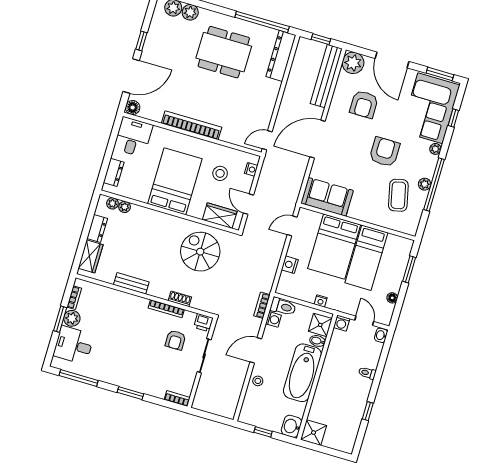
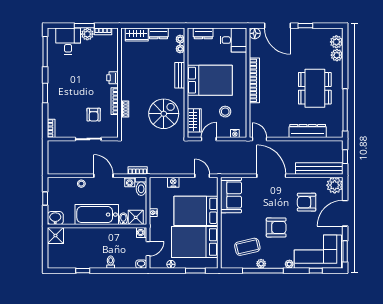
dresser: (281, 56) -> (308, 131), moved
bed: (366, 258) -> (195, 242), width x1.50
bench: (131, 283) -> (180, 75), moved
printer: (203, 323) -> (112, 78), moved
armchair: (175, 340) -> (94, 115), turned -90

